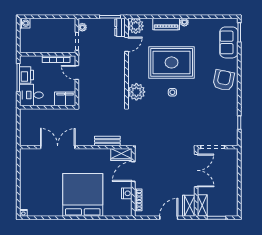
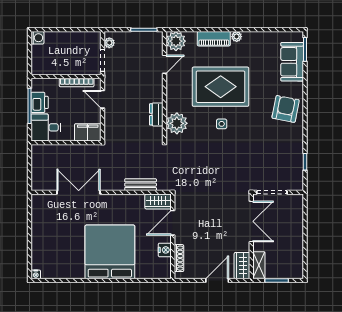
dresser: (120, 27) -> (156, 114), moved

